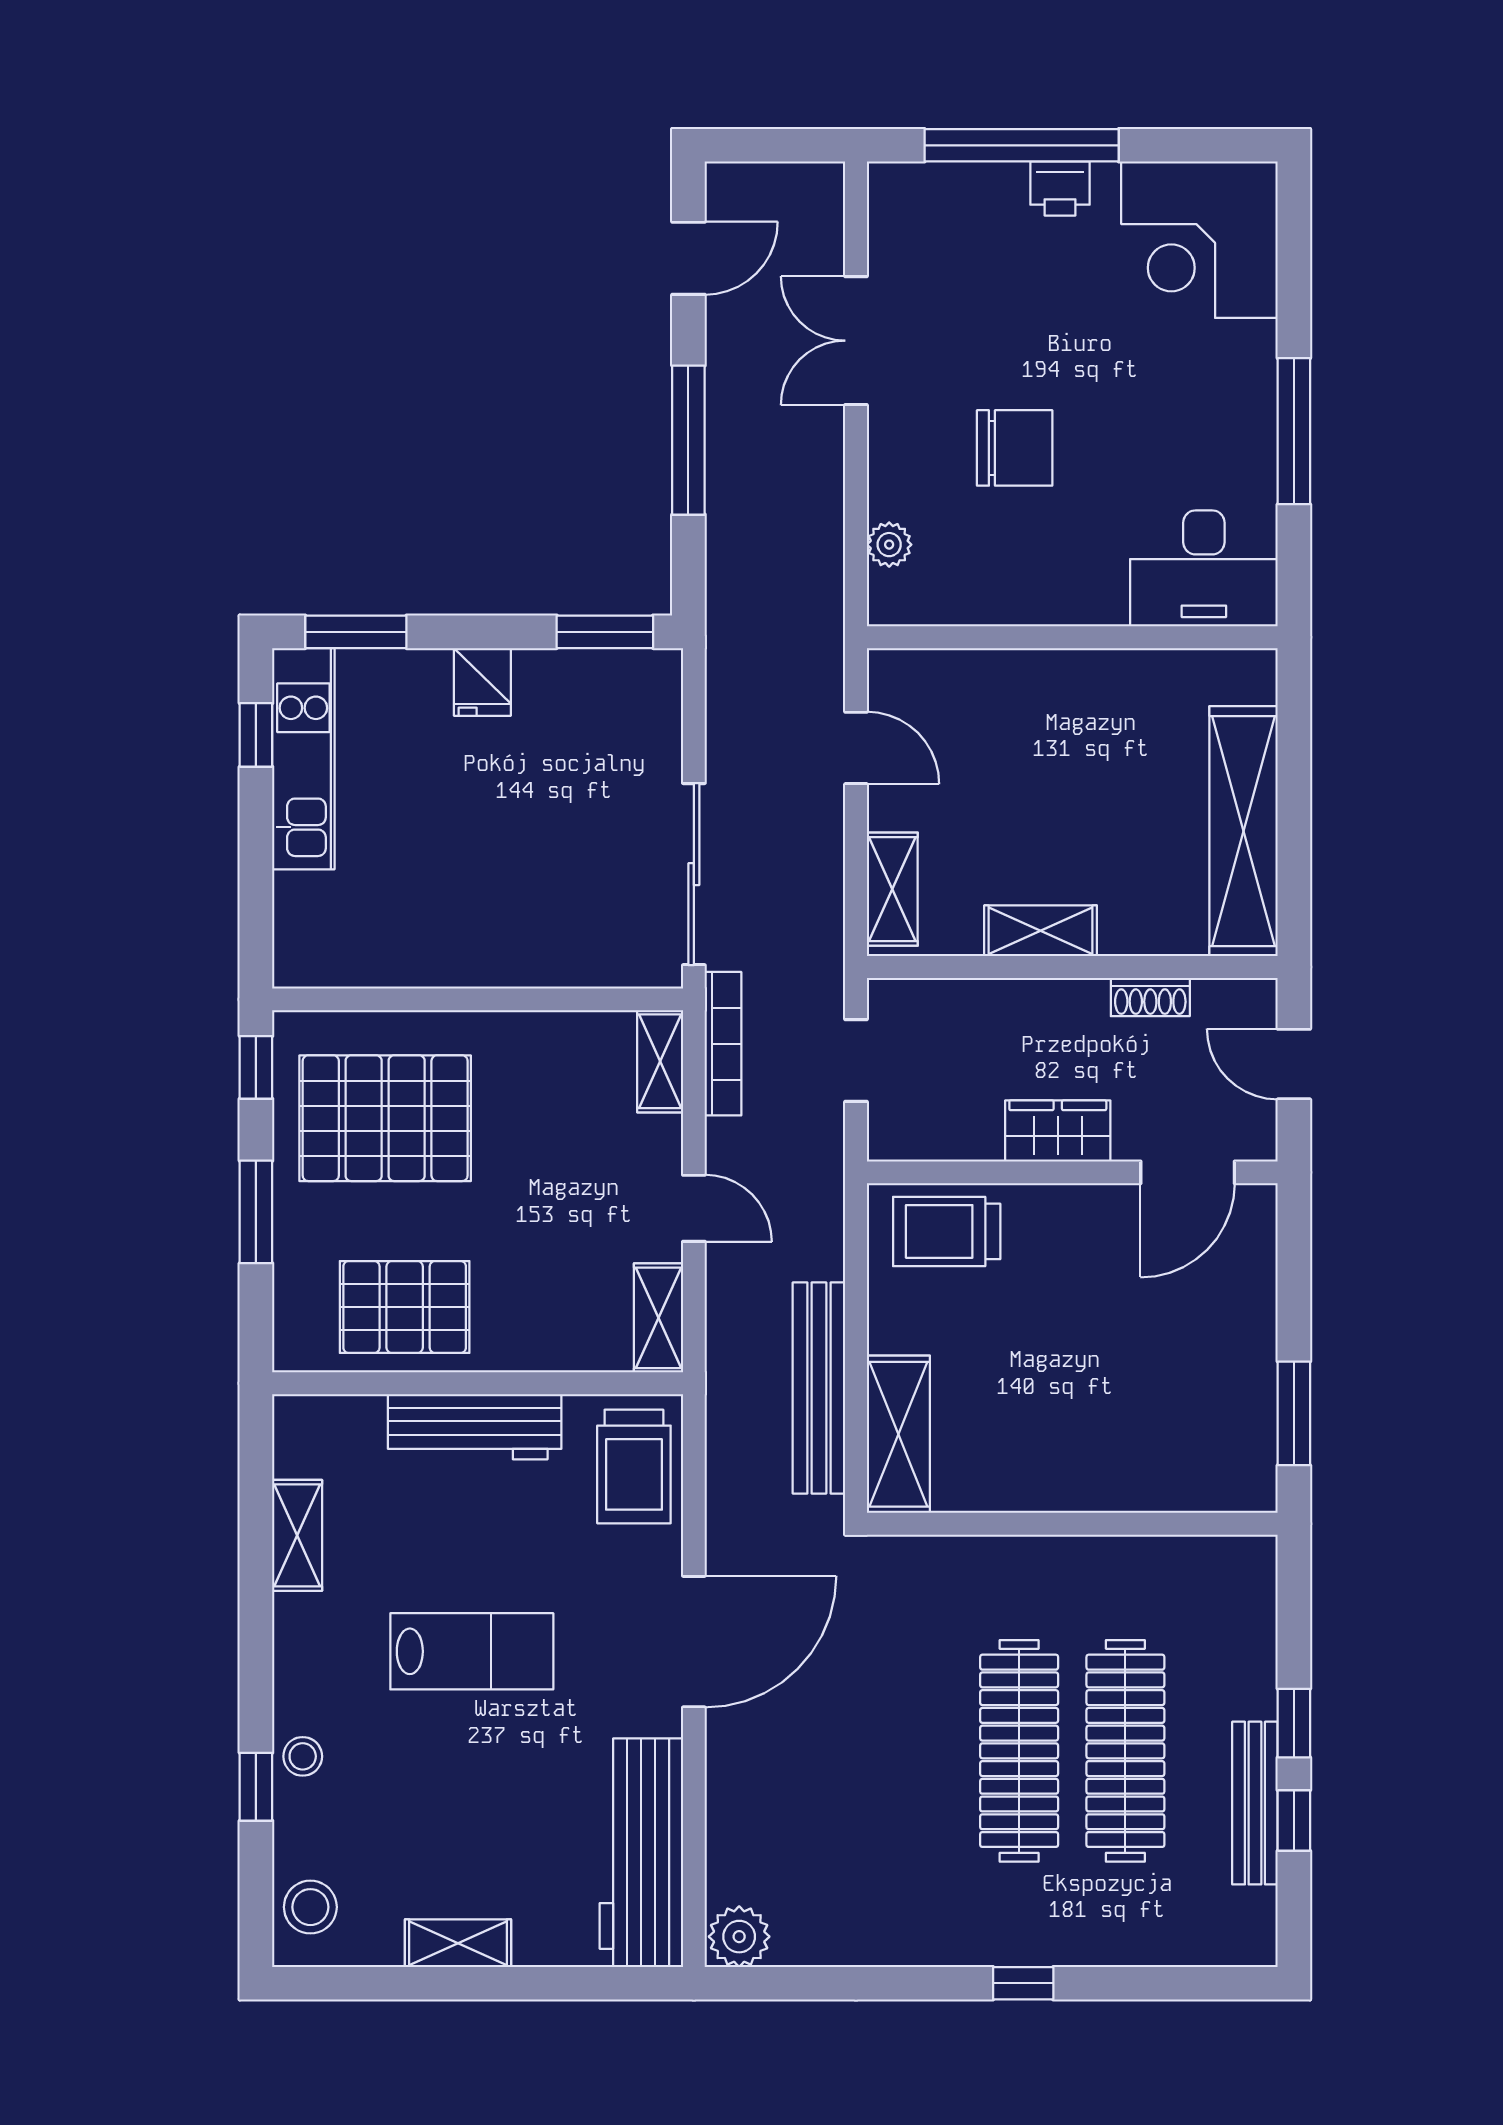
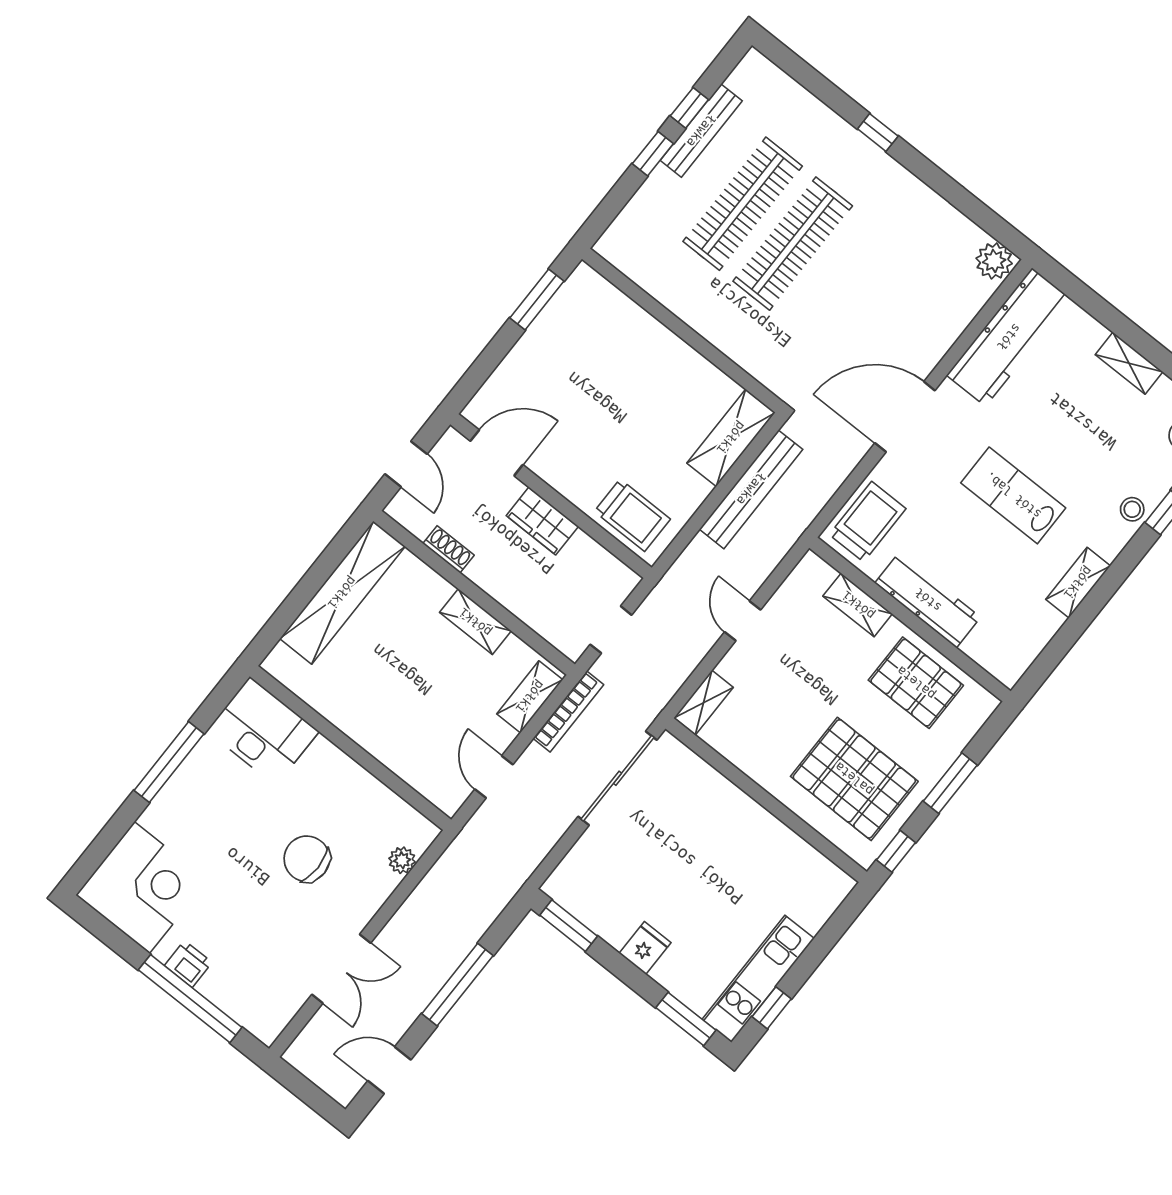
bookcase: (723, 1044) -> (568, 711), moved, turned 180
shelving: (658, 1318) -> (858, 605), moved, turned 90
shelving: (297, 1535) -> (1078, 583), moved

